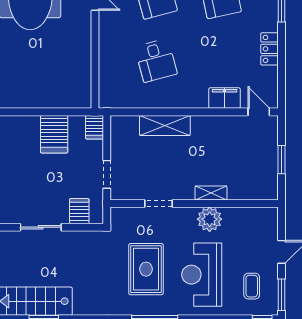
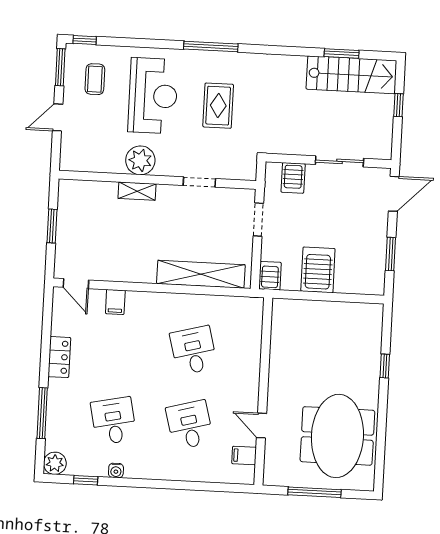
filing cabinet: (225, 98) -> (115, 302), width x0.50
shelving: (165, 125) -> (201, 274), width x1.47
rug: (146, 269) -> (218, 106), width x0.73, depth x0.70

